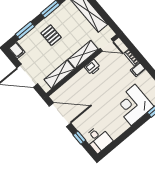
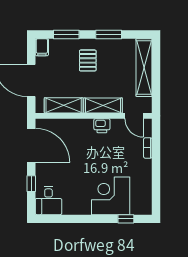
filing cabinet: (138, 70) -> (144, 165), removed

